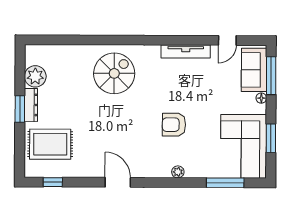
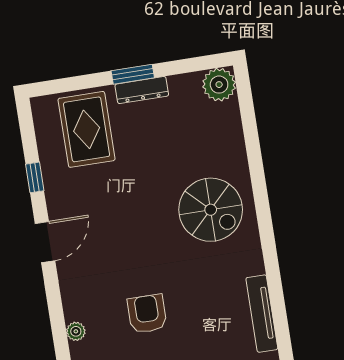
plant: (35, 76) -> (219, 85), moved
window: (53, 182) -> (35, 177), moved

